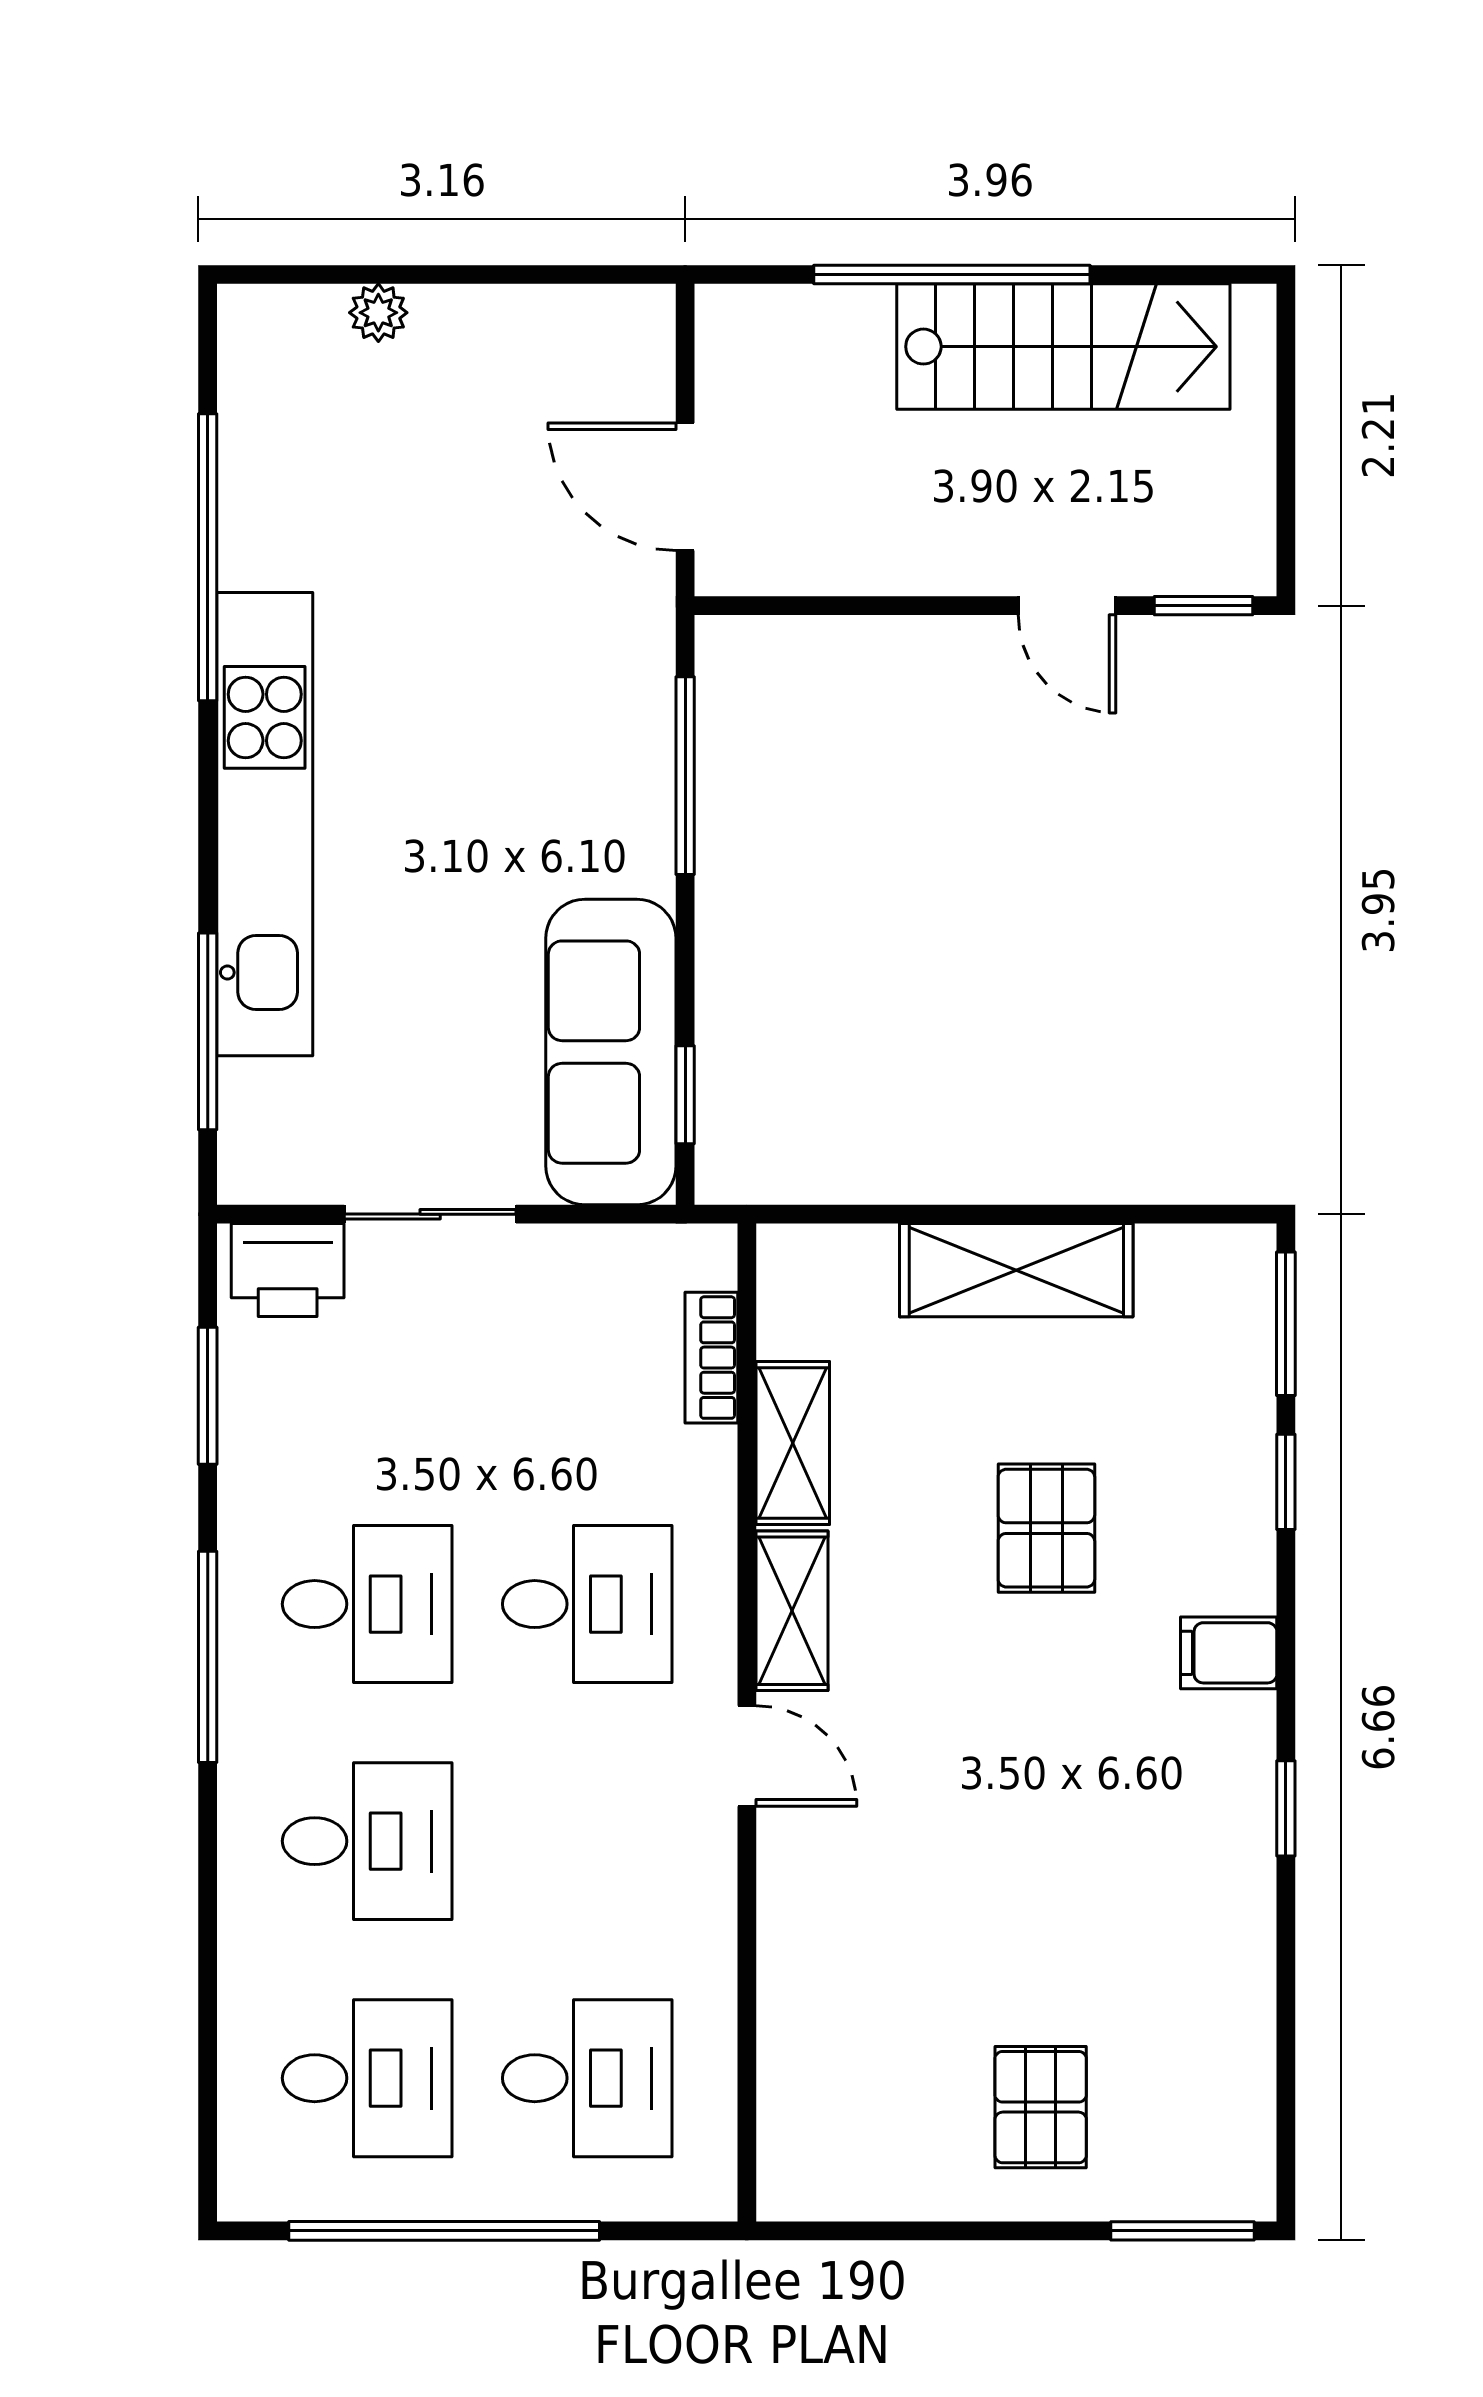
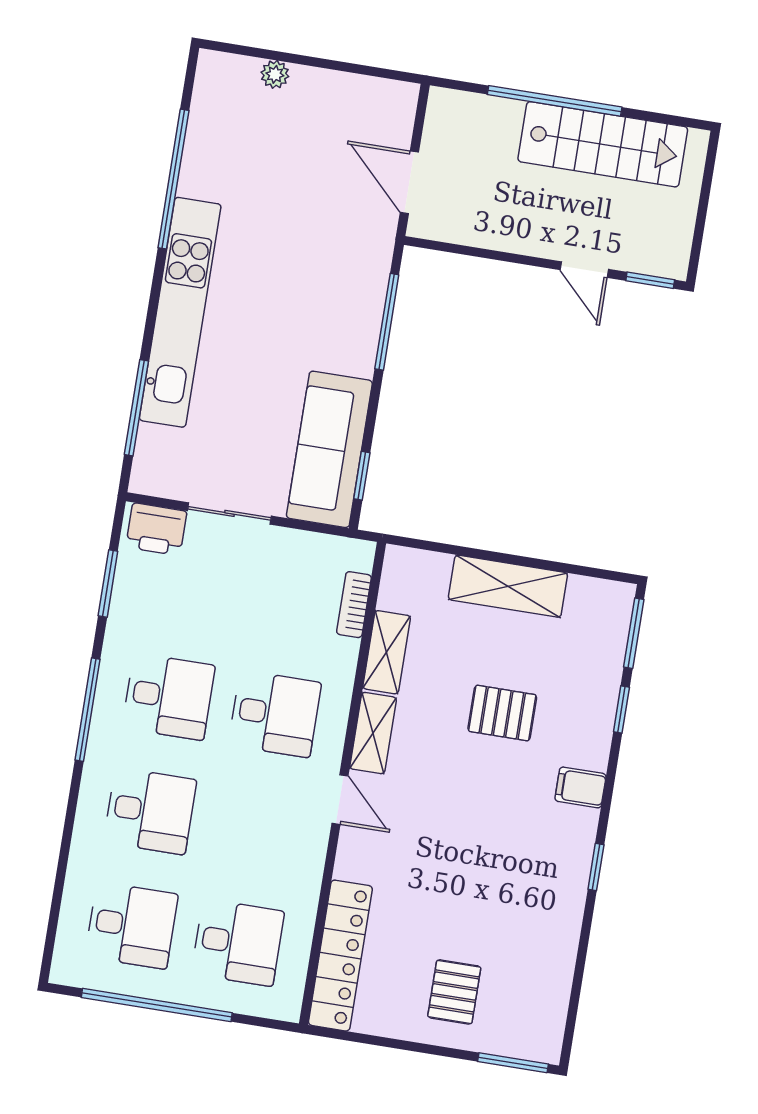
pallet: (1046, 1528) -> (502, 713), turned 90
locker: (799, 2071) -> (340, 956), added

